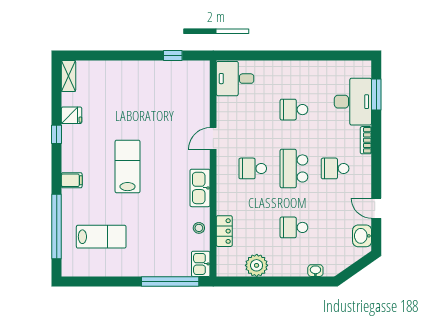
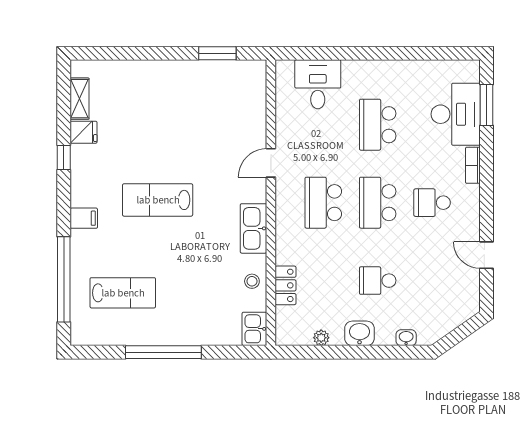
window: (173, 55) -> (217, 53), width x1.50
shelving: (68, 76) -> (79, 99), moved
desk: (235, 79) -> (318, 84), moved, turned 90
school desk: (294, 110) -> (378, 125), width x1.85
lab bench: (128, 166) -> (158, 200), turned -90
school desk: (253, 168) -> (323, 203), width x1.85
washbasin: (362, 236) -> (359, 333), moved, turned 90
plant: (257, 265) -> (321, 338), width x0.53, depth x0.53
window: (170, 282) -> (163, 352), moved

